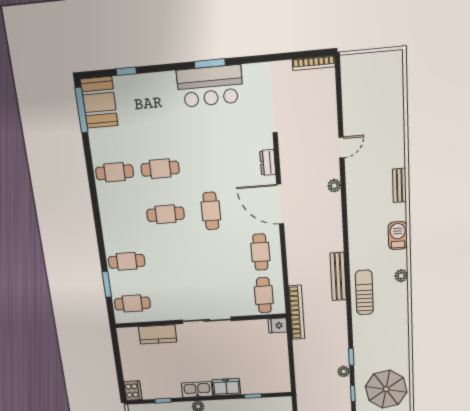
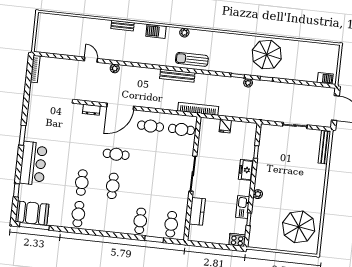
bar counter: (210, 86) -> (33, 163), moved
fridge: (278, 325) -> (225, 126), moved
kitchen sink: (197, 389) -> (243, 207), moved

